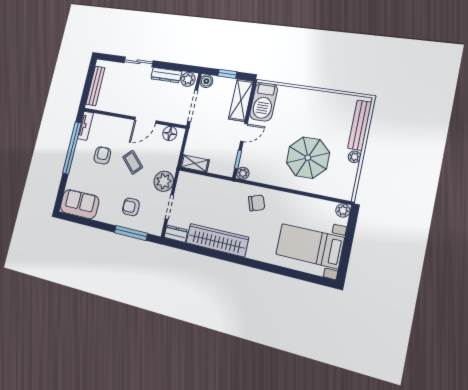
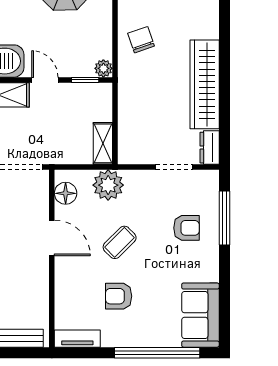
window: (72, 148) -> (157, 353), moved
plant: (164, 181) -> (108, 185), moved
armchair: (131, 207) -> (187, 228), turned -90

